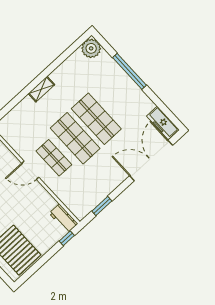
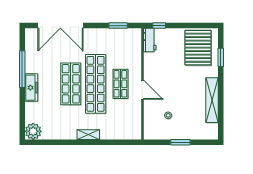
window: (130, 71) -> (22, 69), moved
freezer: (163, 123) -> (31, 88), moved
shop shelf: (75, 138) -> (96, 84), width x1.40

